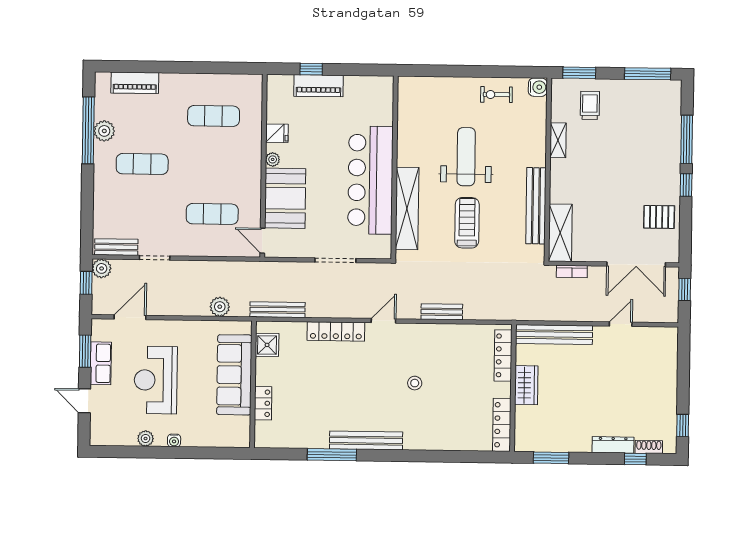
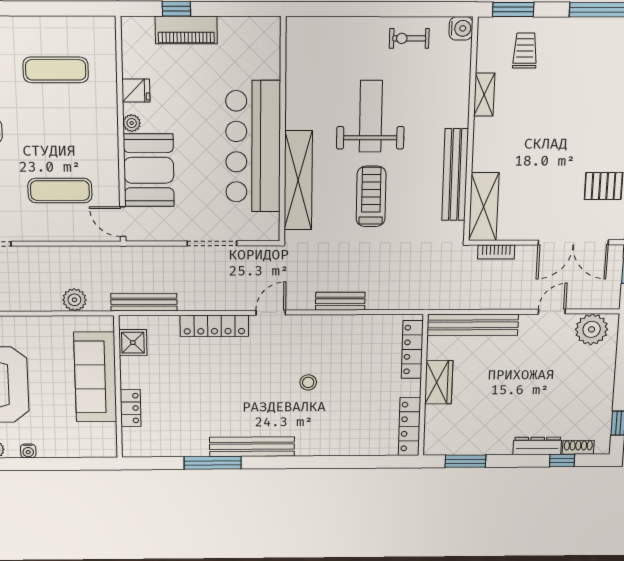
plant: (655, 340) -> (592, 329), added

